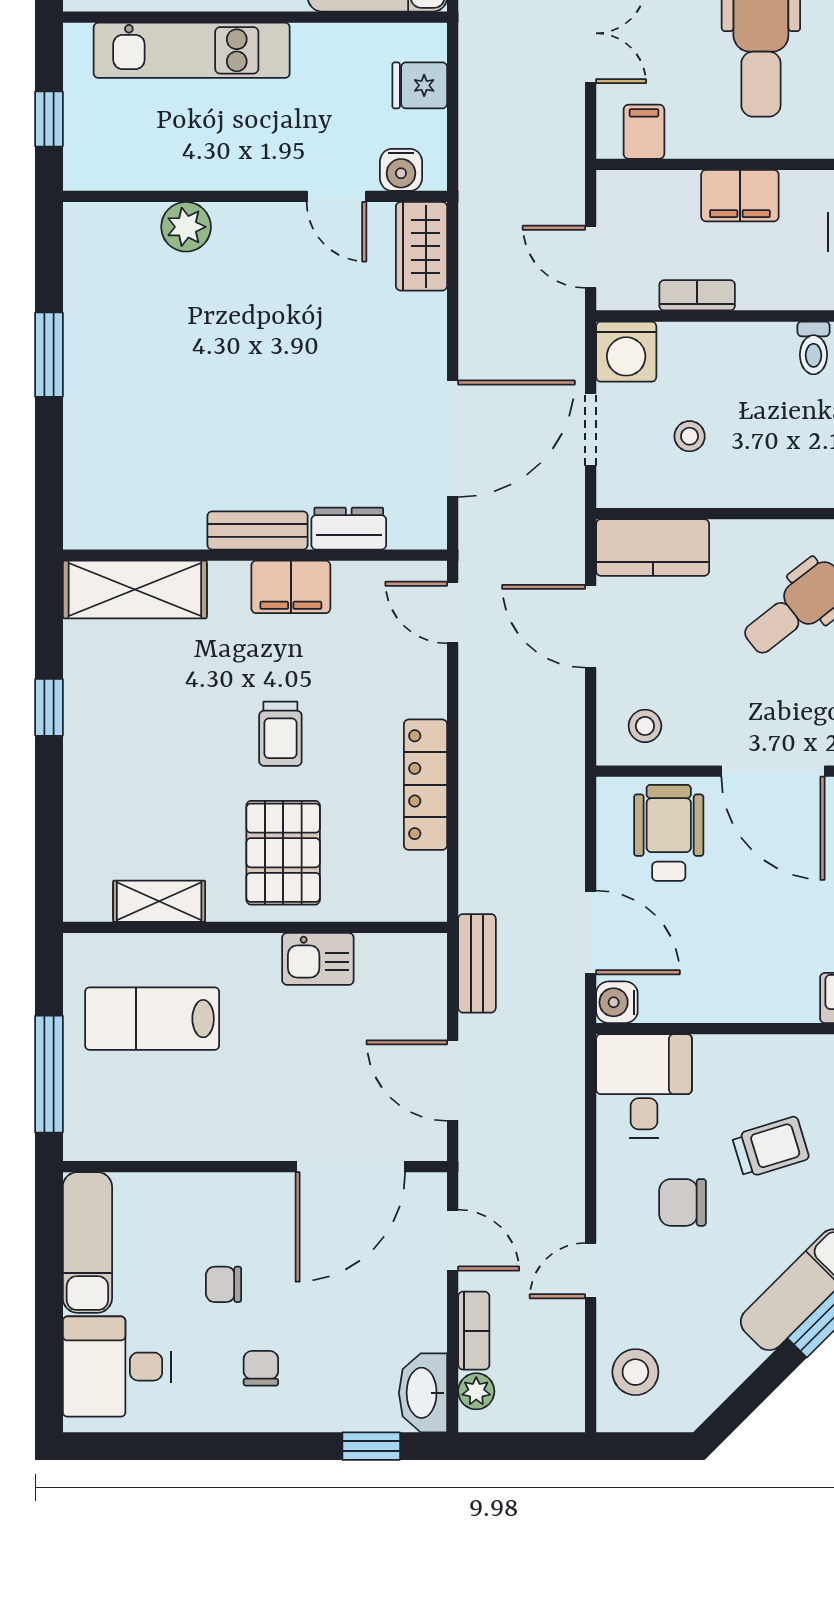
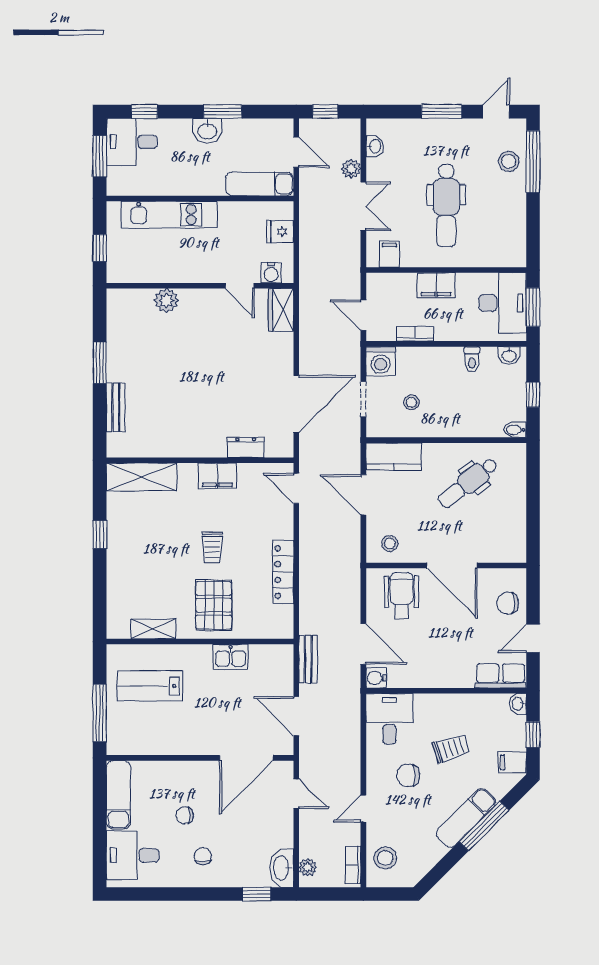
bench: (258, 530) -> (116, 407), moved, turned 90
bookcase: (474, 1331) -> (353, 865), moved, turned 180

